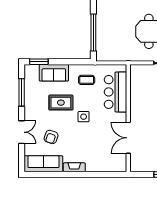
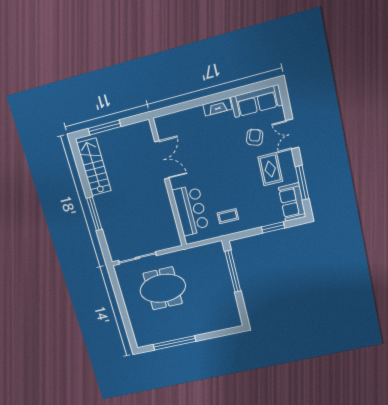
window: (39, 62) -> (273, 227), moved
sofa: (54, 73) -> (292, 202), moved, turned -90
rug: (61, 103) -> (270, 169), moved, turned 90
side table: (84, 117) -> (221, 172), removed

